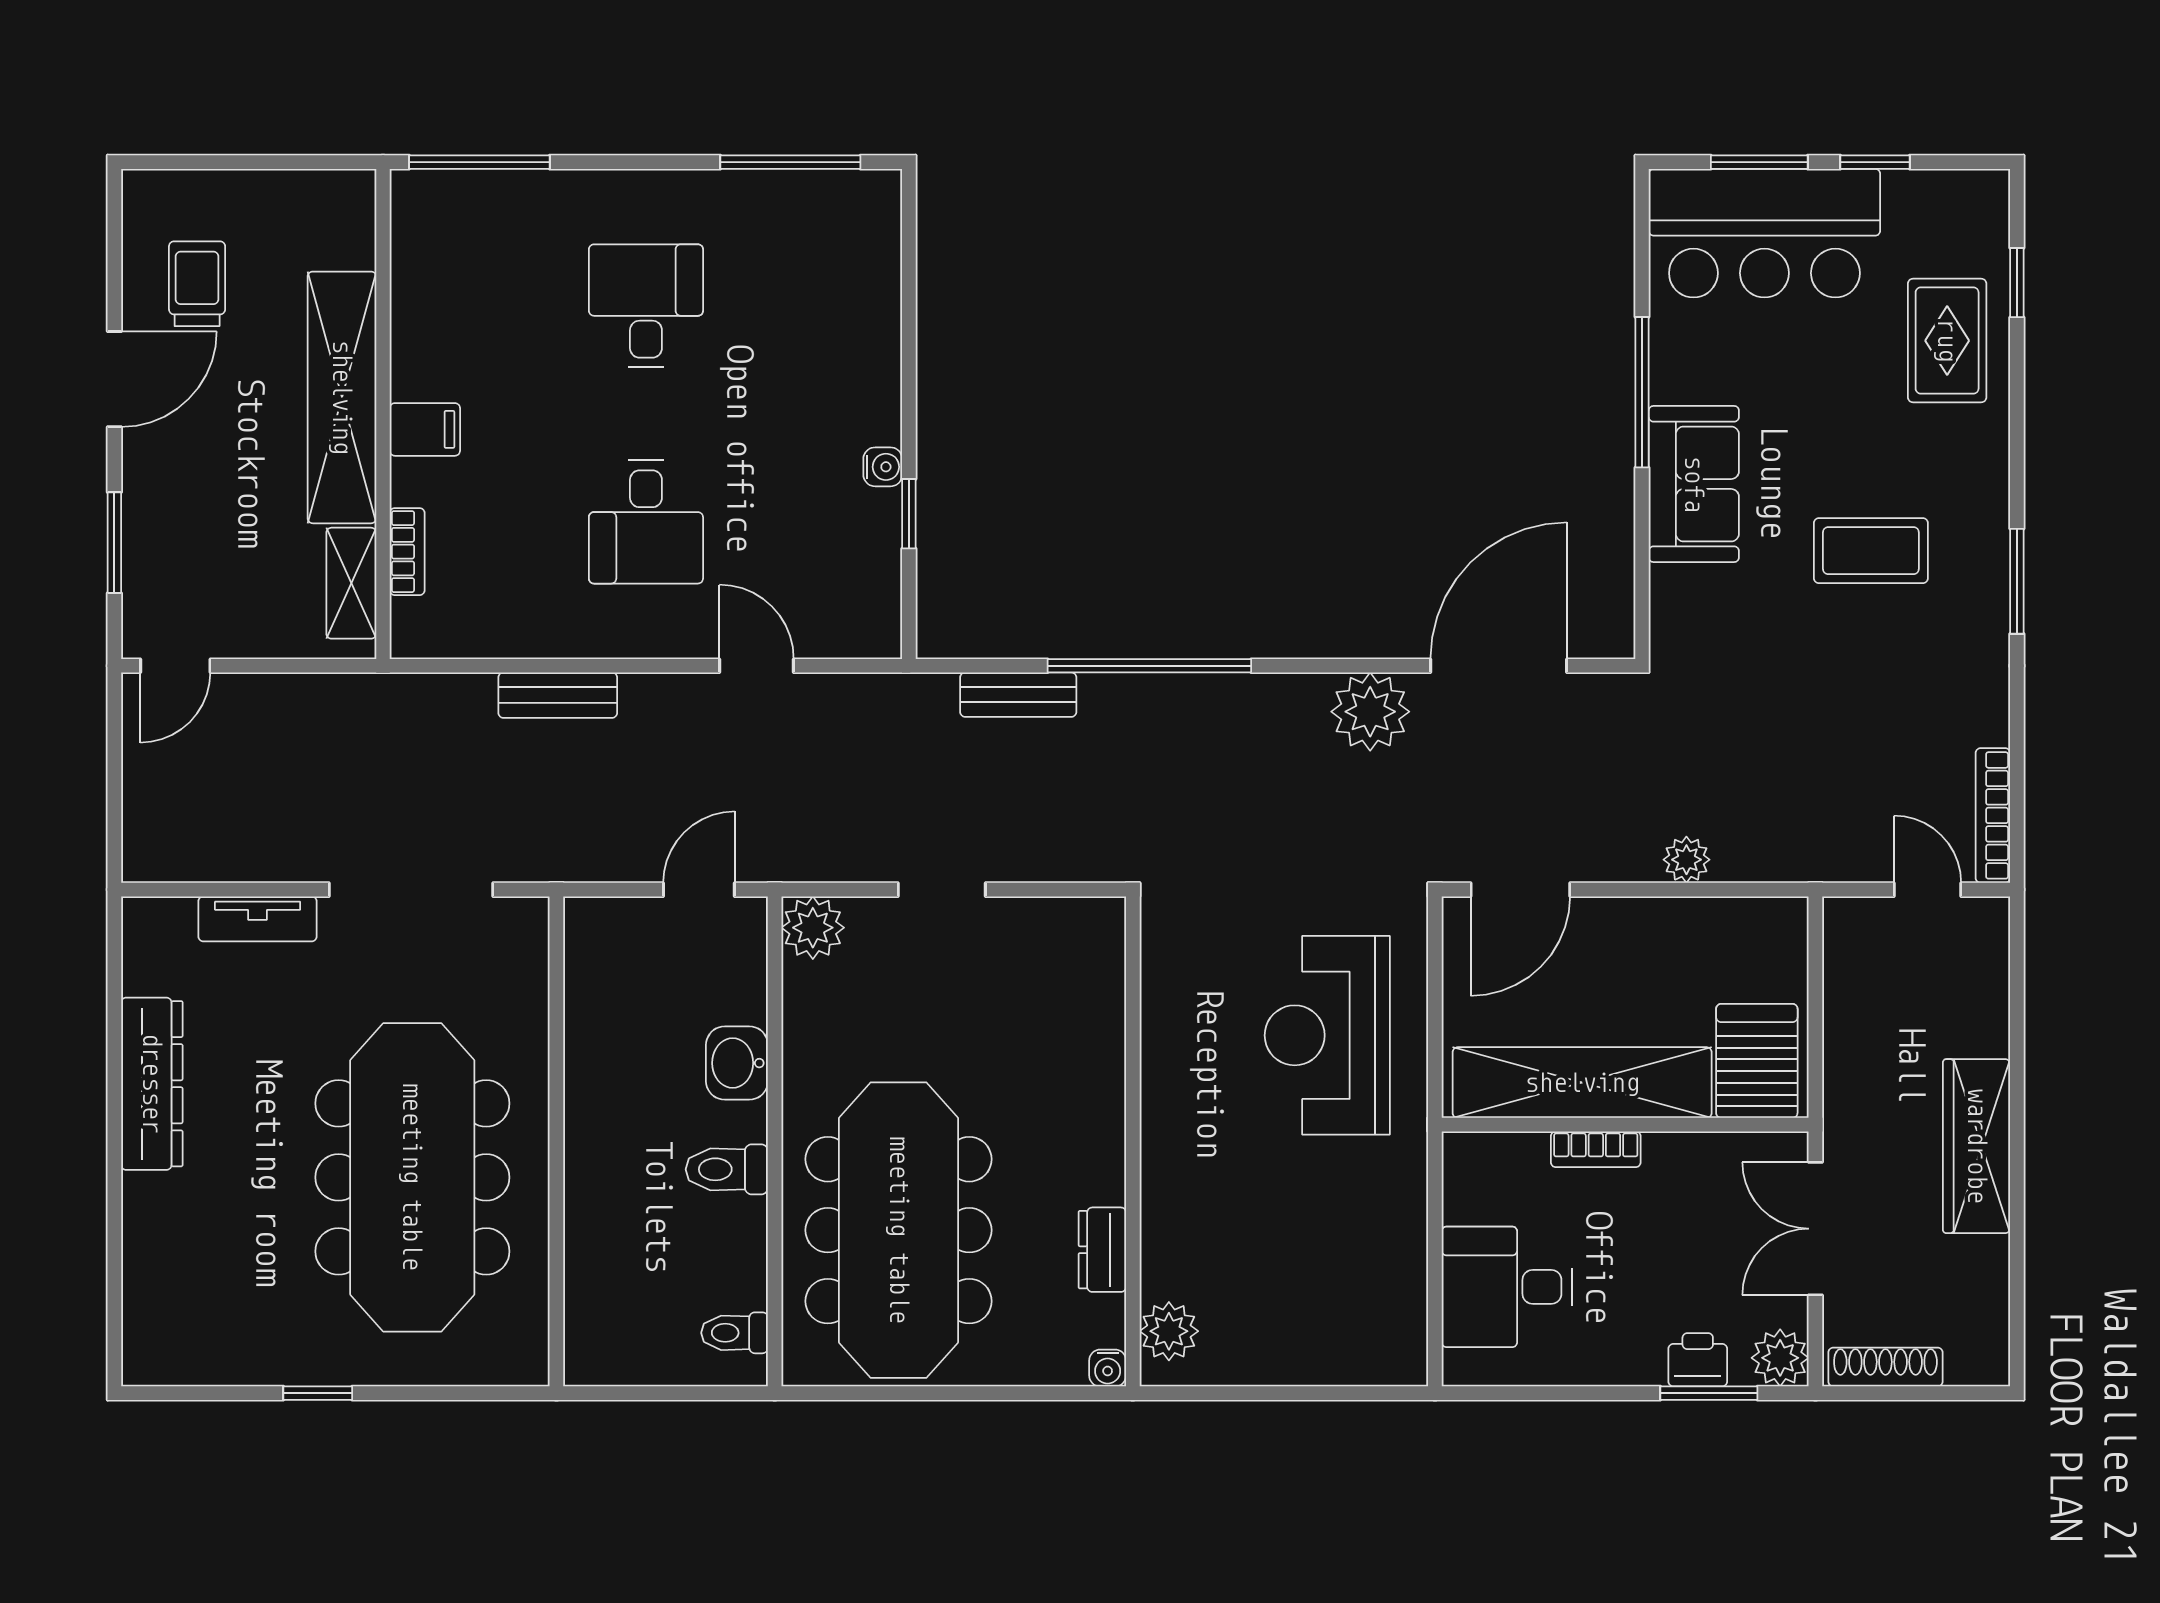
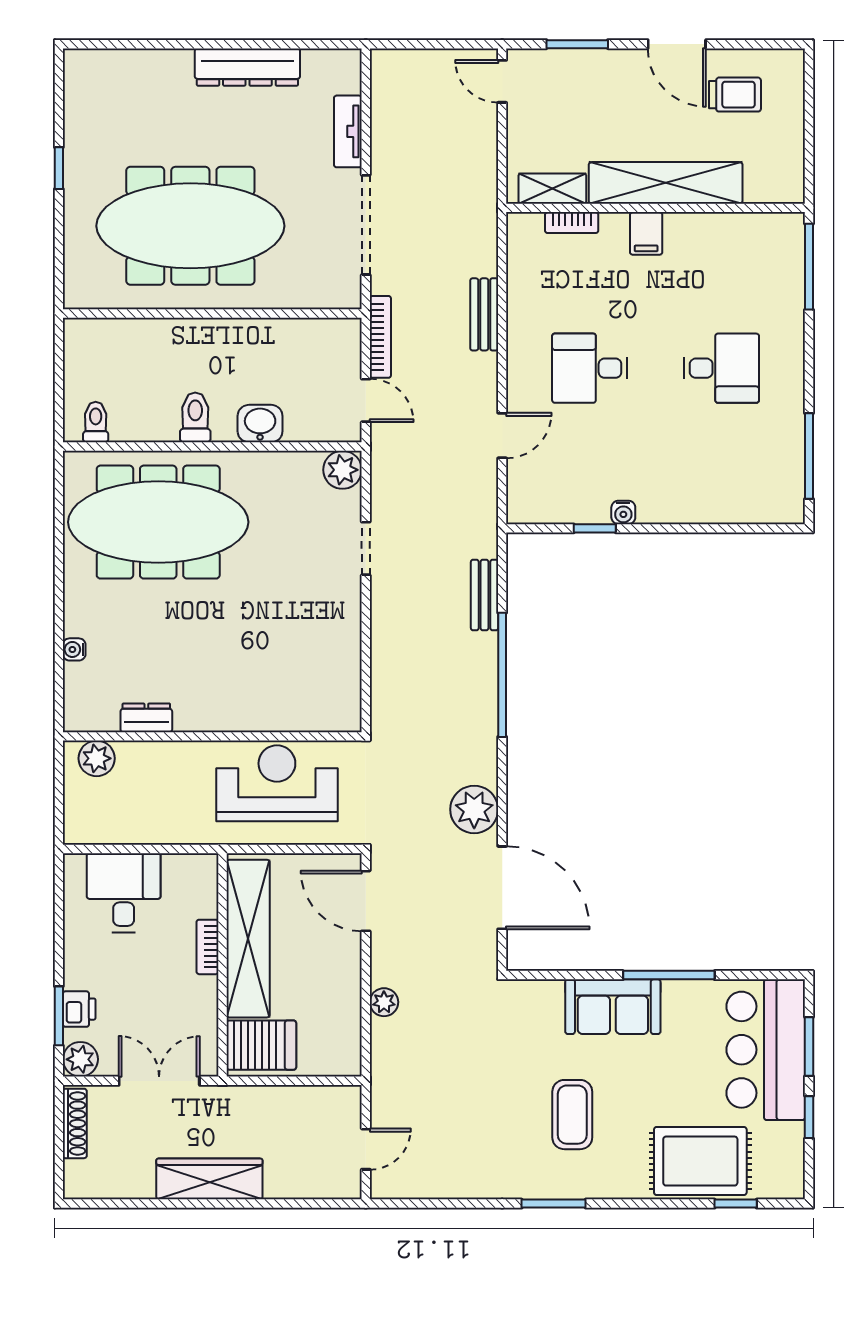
rug: (1947, 341) -> (700, 1161), width x1.36, depth x1.43
bookcase: (1993, 815) -> (380, 337), moved, turned 90
wall: (1133, 1141) -> (212, 736), moved
dresser: (1102, 1250) -> (146, 718), moved
plant: (1169, 1331) -> (97, 758), moved

